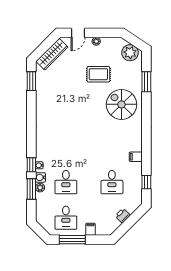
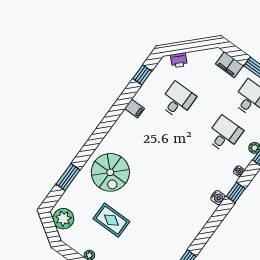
window: (31, 165) -> (236, 192), moved
water cooler: (40, 177) -> (218, 198), moved
printer: (123, 216) -> (179, 60), moved
filing cabinet: (90, 229) -> (229, 65), width x2.00

